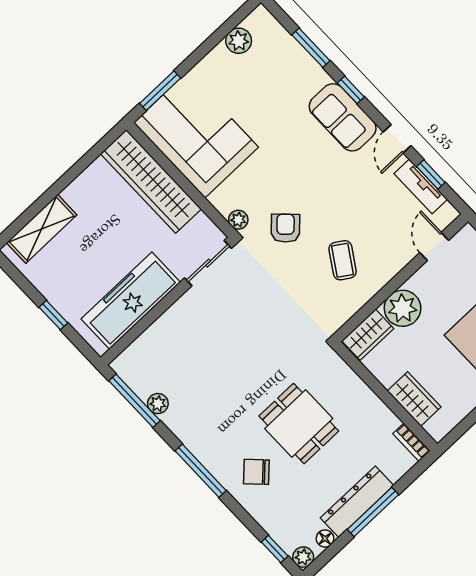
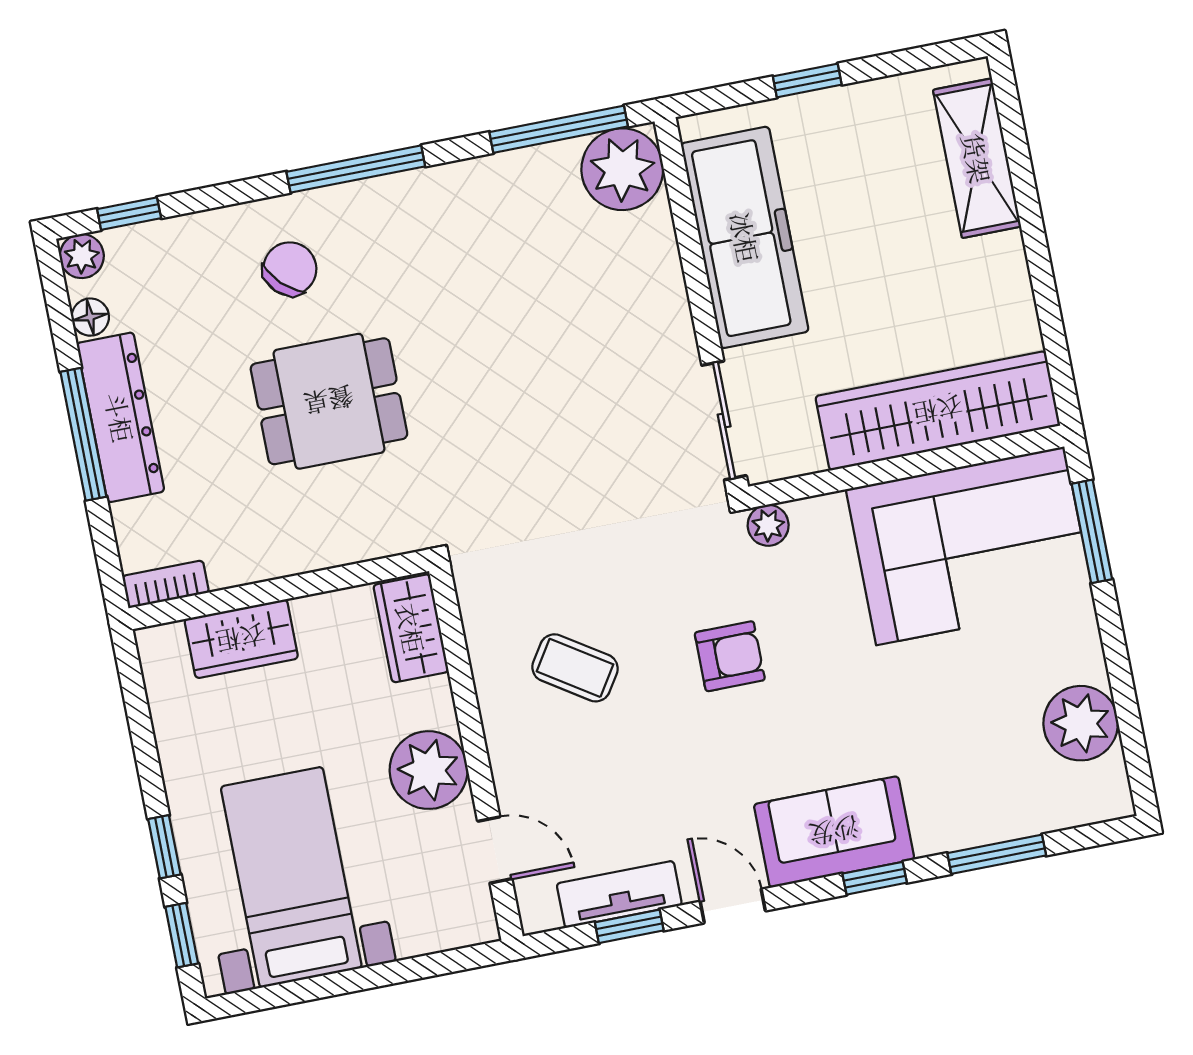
plant: (239, 41) -> (1081, 723), width x1.36, depth x1.36
armchair: (285, 228) -> (730, 656), moved, turned -44
plant: (403, 308) -> (429, 770), moved
plant: (158, 404) -> (622, 169), moved, width x1.87, depth x1.87

